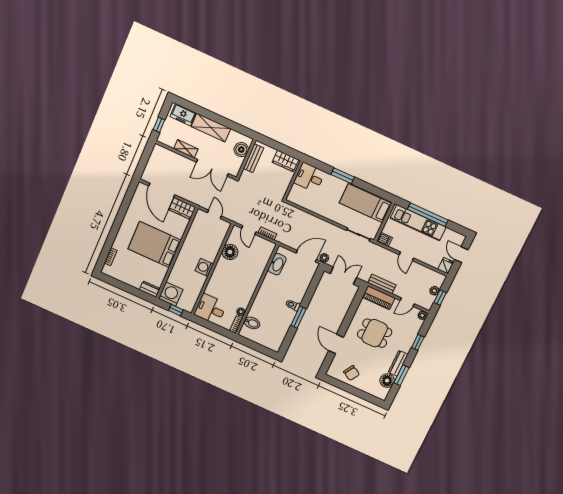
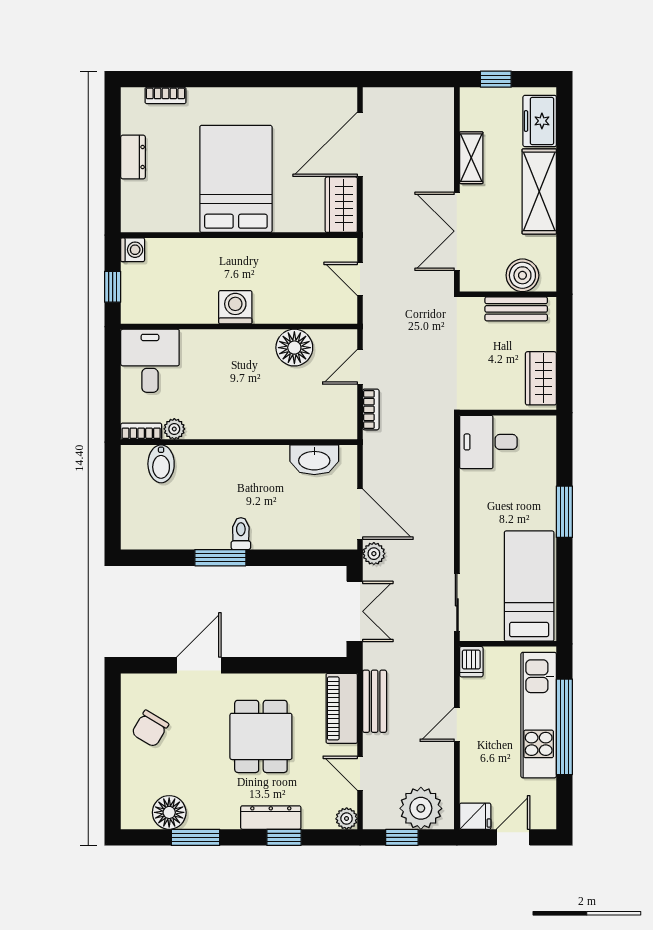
desk: (309, 177) -> (488, 442), moved, turned -90
door: (214, 214) -> (360, 279), swing flipped
dresser: (150, 289) -> (133, 157), moved
plant: (434, 291) -> (421, 808), width x1.87, depth x1.87
washing machine: (171, 294) -> (133, 250), width x0.53, depth x0.53
dresser: (398, 363) -> (271, 818), moved

